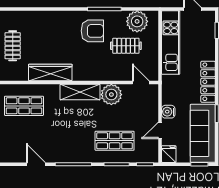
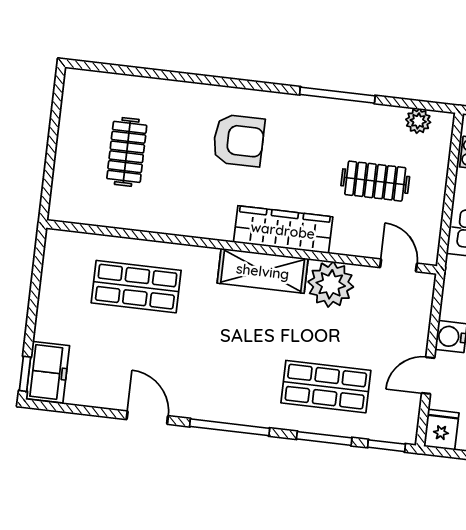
plant: (137, 21) -> (418, 121), width x0.53, depth x0.53
armchair: (92, 31) -> (239, 140), moved
wardrobe: (50, 72) -> (283, 230), moved

